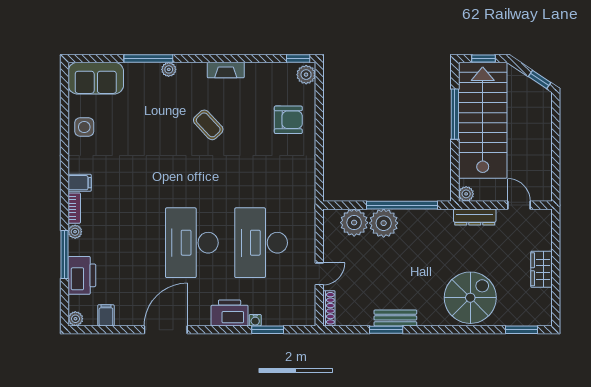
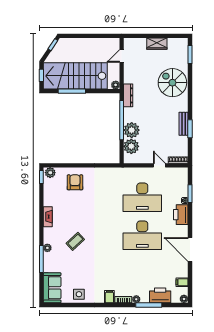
coffee table: (208, 125) -> (75, 241), moved
dresser: (475, 217) -> (128, 95), moved

